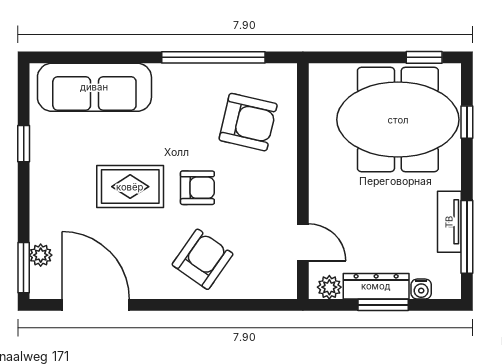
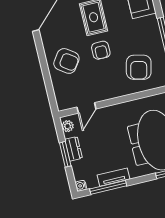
dresser: (376, 286) -> (73, 149), width x0.70
water cooler: (421, 289) -> (81, 186), moved

